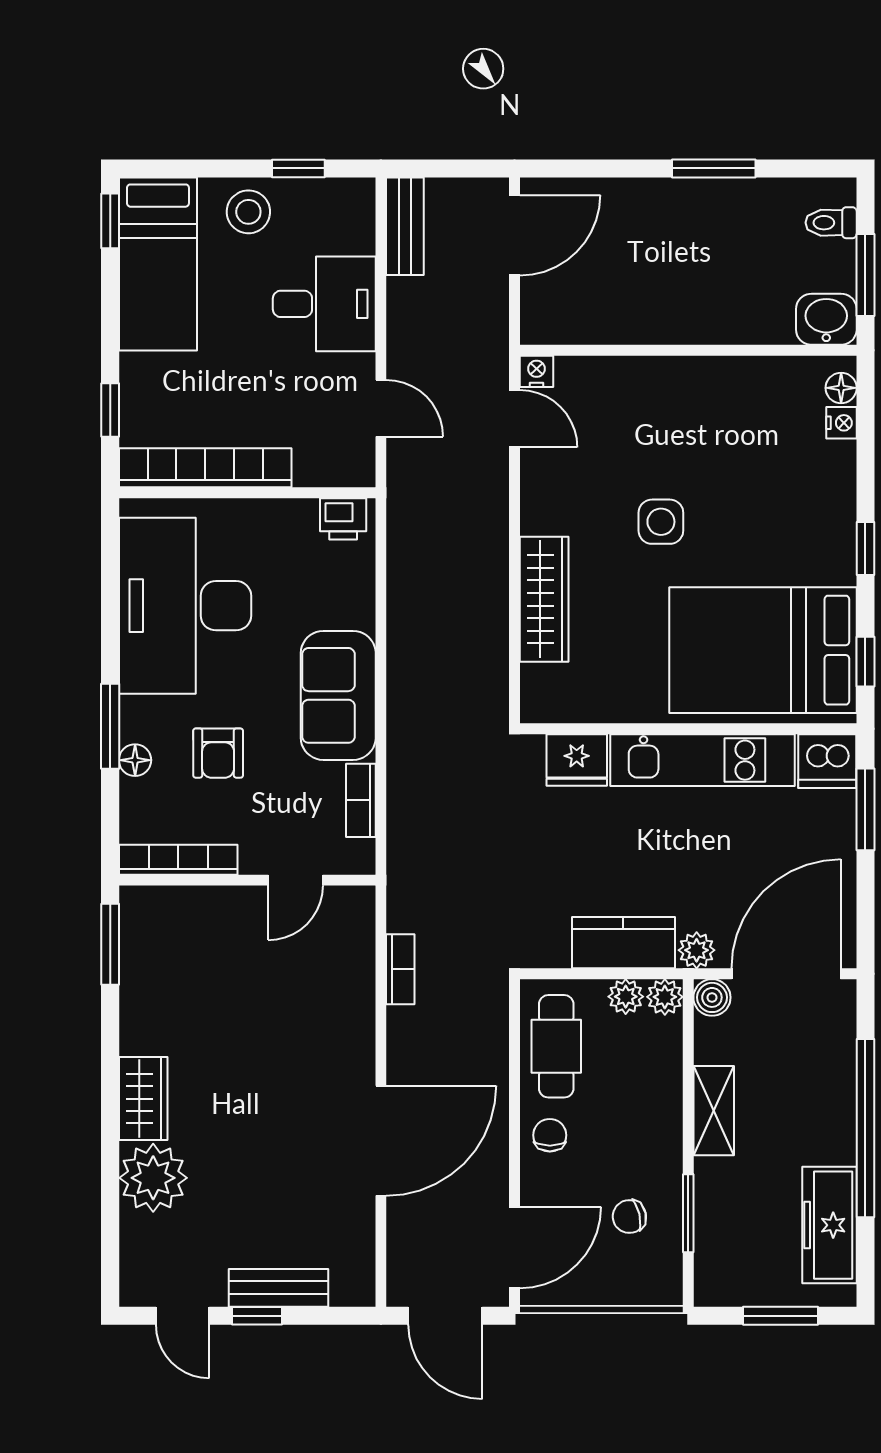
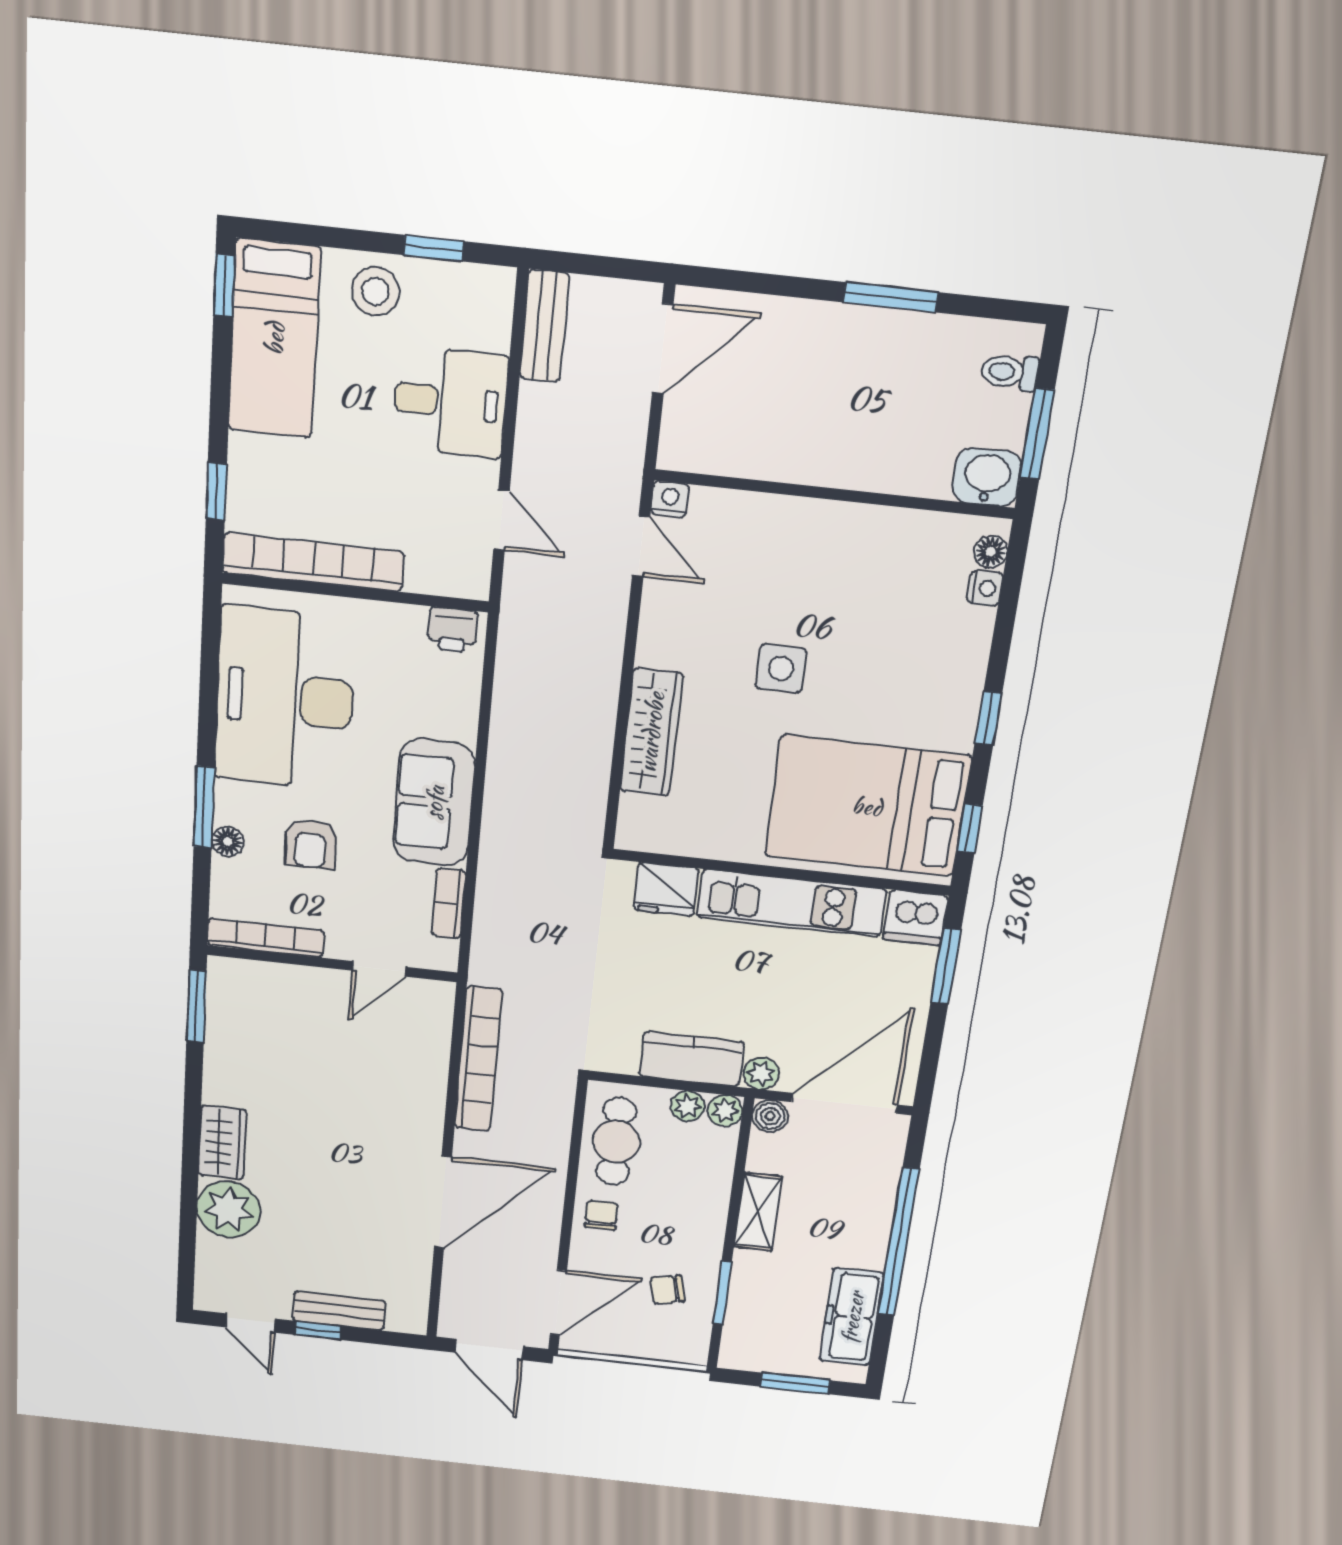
bookcase: (400, 969) -> (478, 1059), width x2.31, depth x1.31

